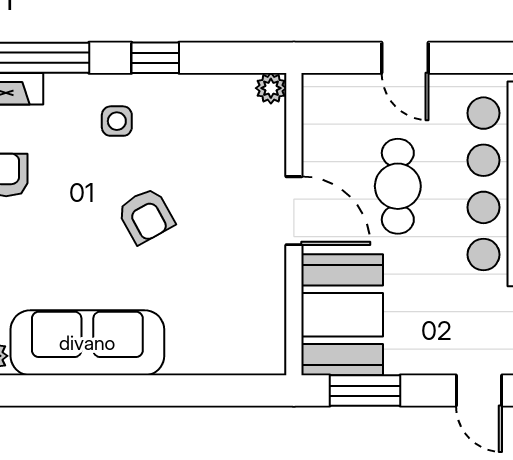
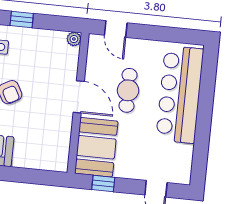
door: (405, 58) -> (116, 29), moved
window: (365, 391) -> (103, 183), width x0.67

